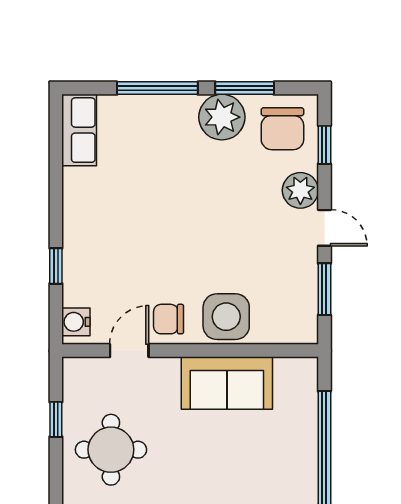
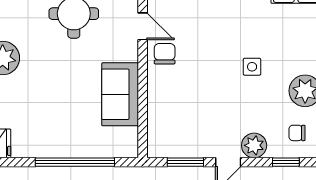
chair: (282, 129) -> (297, 133), width x0.54, depth x0.54
side table: (226, 317) -> (252, 67), moved, width x0.54, depth x0.54

